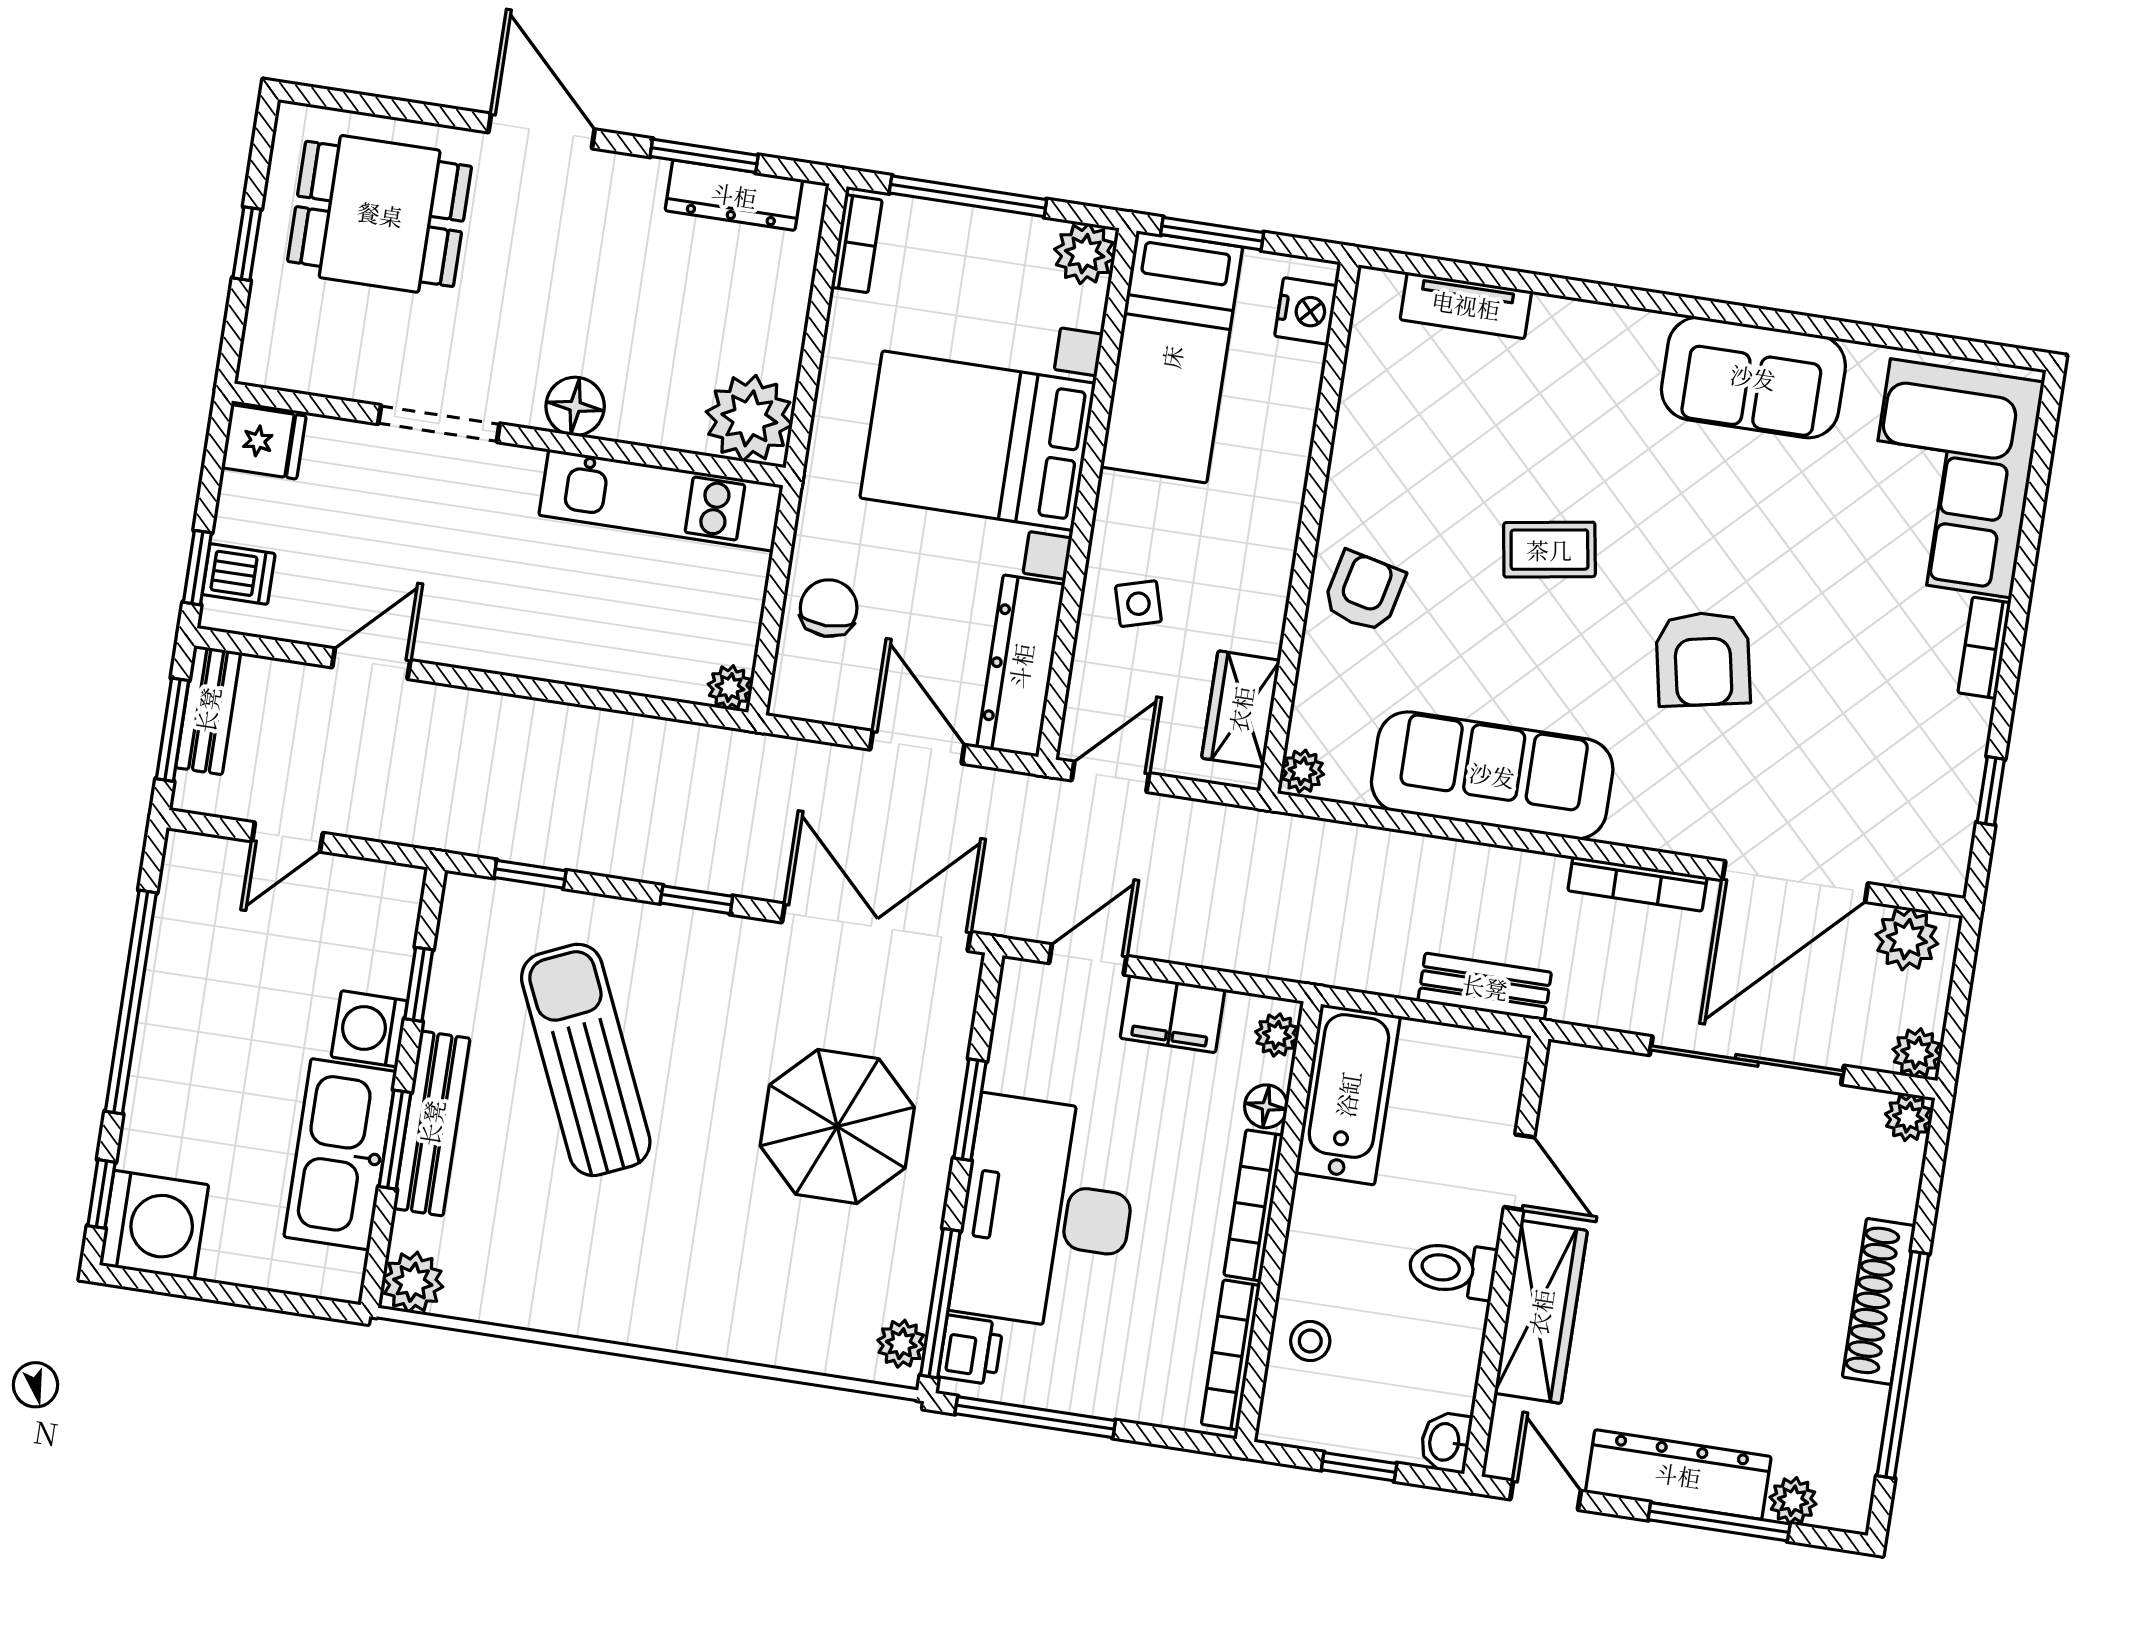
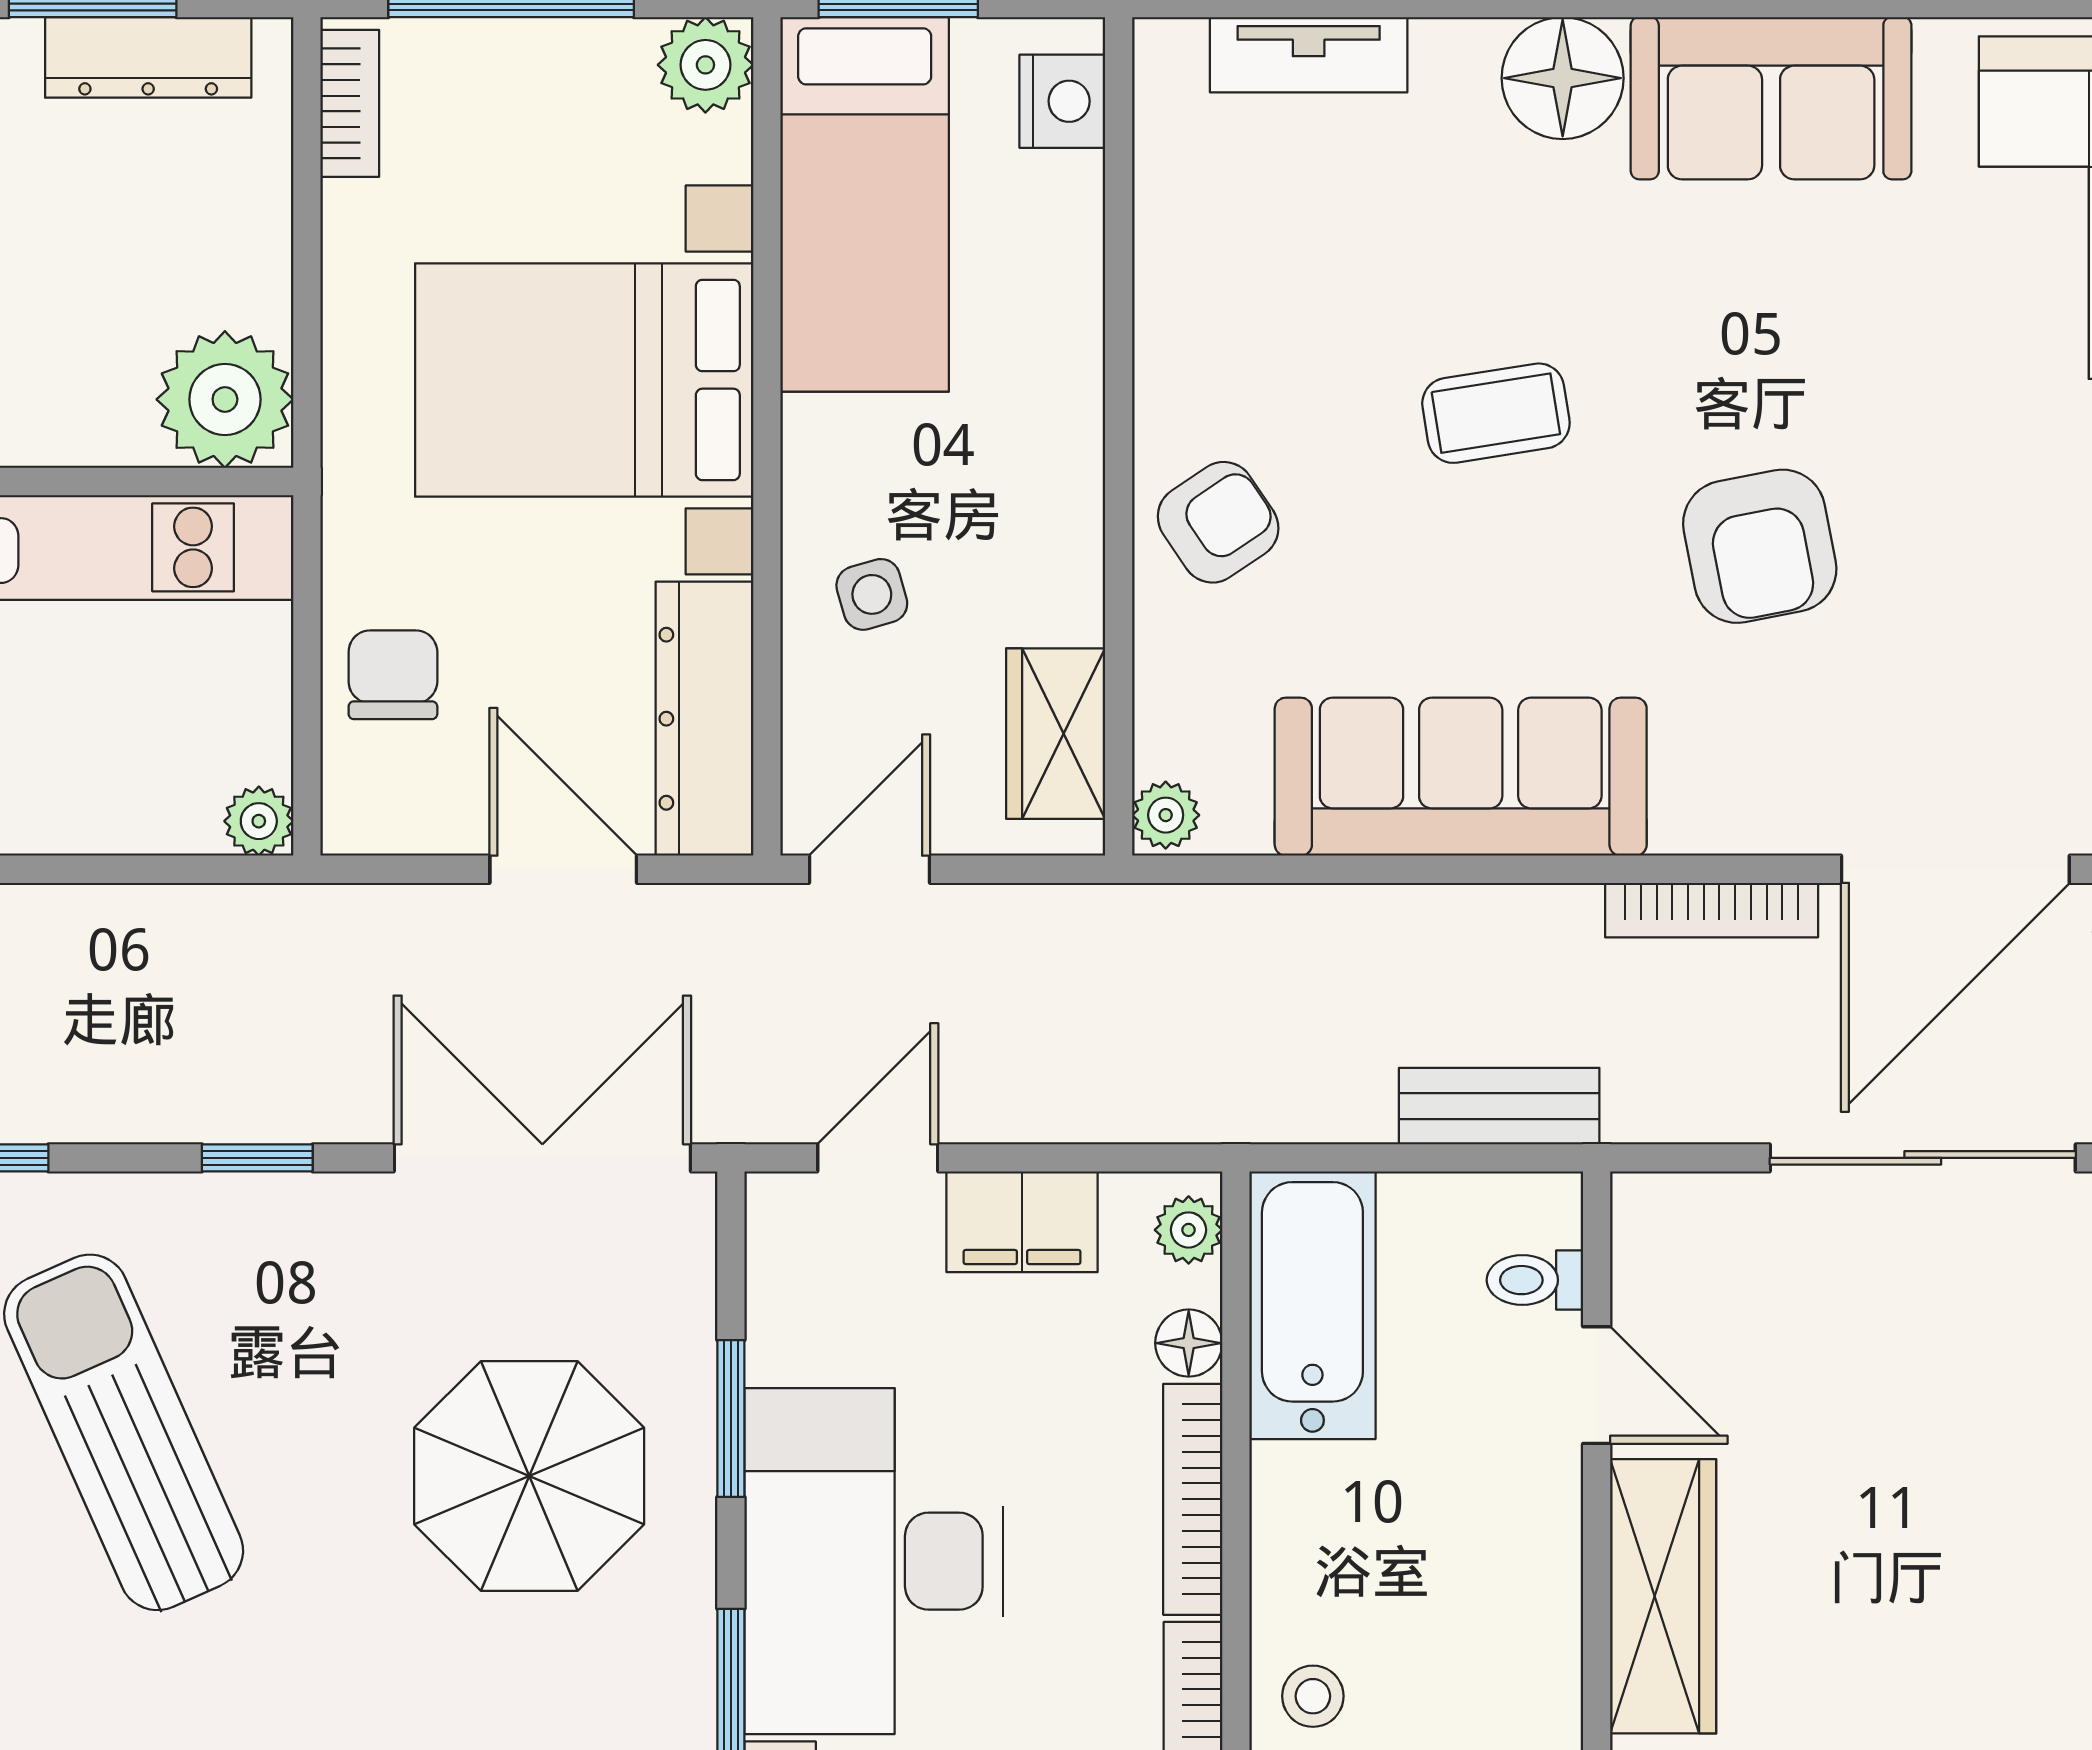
floor lamp: (1624, 345) -> (1563, 78), added
armchair: (1364, 592) -> (1218, 522), turned 43
toilet: (1452, 1269) -> (1535, 1280), moved, width x0.73, depth x0.72

